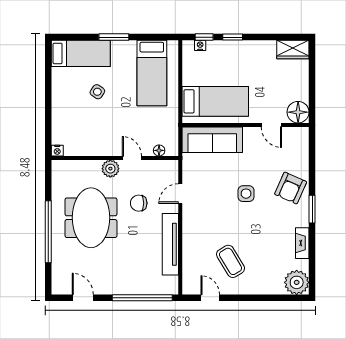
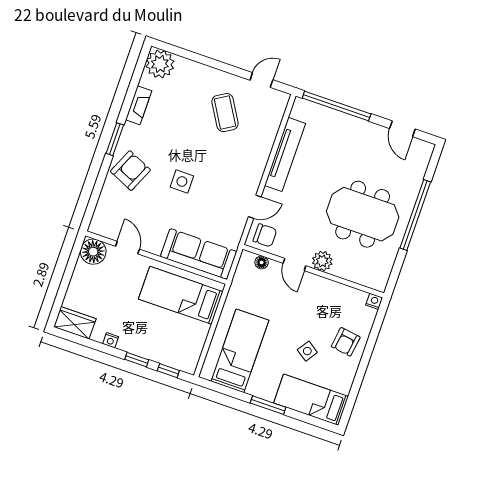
nightstand: (200, 45) -> (111, 340), moved
armchair: (69, 110) -> (346, 342), added
chair: (139, 203) -> (265, 235), moved
meeting table: (91, 218) -> (363, 214), turned 90
door: (210, 298) -> (261, 80), swing flipped

